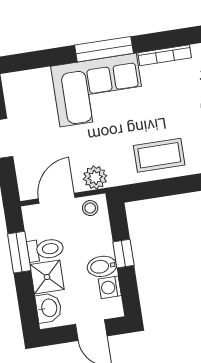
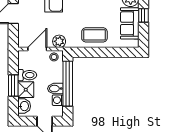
window: (19, 252) -> (13, 86), moved
window: (123, 254) -> (68, 84), width x3.17

